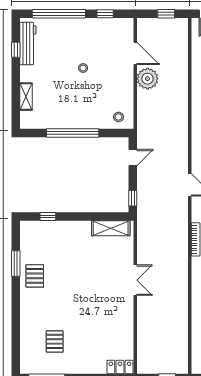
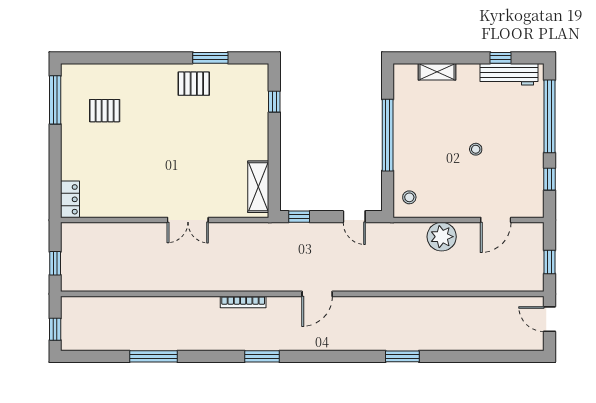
plant: (148, 79) -> (442, 237), moved

